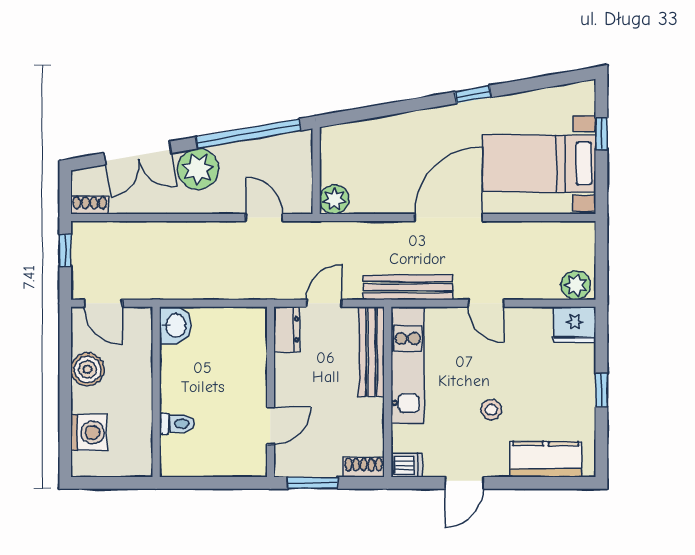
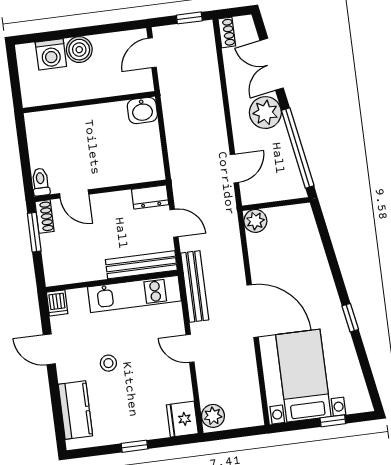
door: (486, 303) -> (190, 348), hinge flipped
boiler: (87, 369) -> (79, 50), moved
toilet: (177, 424) -> (41, 182), moved, turned 180
shoe rack: (364, 467) -> (45, 217), moved

